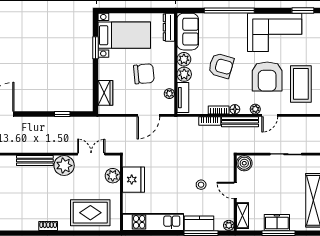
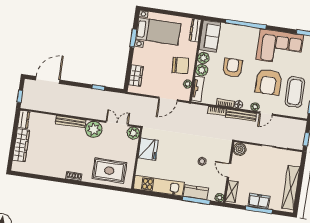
armchair: (221, 66) -> (233, 68), turned -106
chair: (144, 74) -> (181, 65), moved
plant: (113, 176) -> (133, 133), moved

